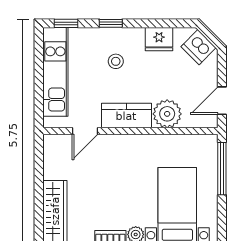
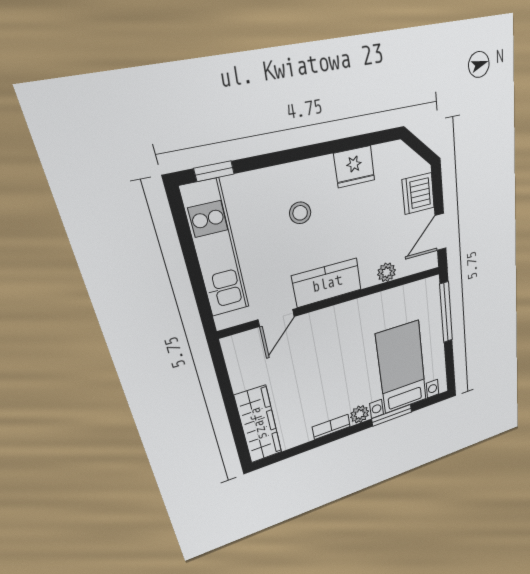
window: (111, 23) -> (283, 157), removed
dishwasher: (198, 47) -> (418, 194), moved, turned 45
plant: (167, 114) -> (387, 272), width x0.53, depth x0.53

